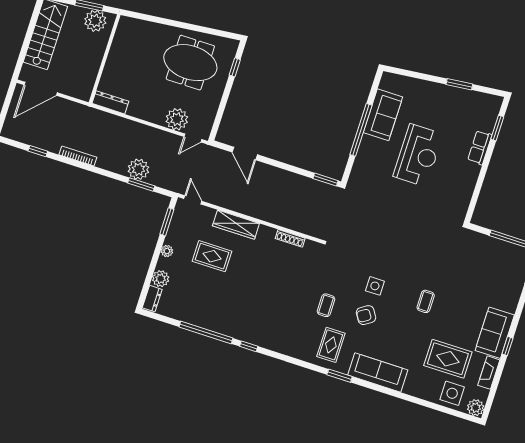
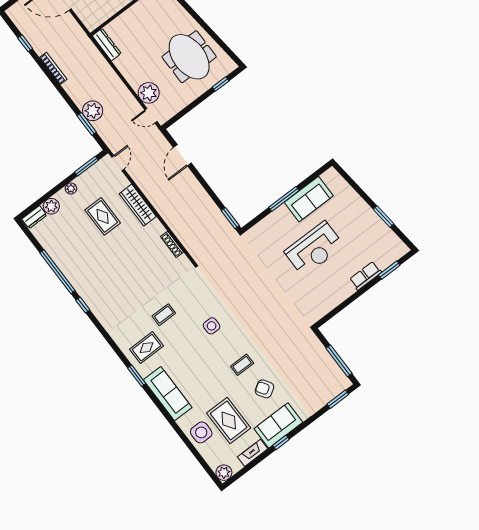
window: (361, 130) -> (284, 199), width x0.68
armchair: (366, 315) -> (264, 389), moved
side table: (452, 393) -> (201, 432), moved

